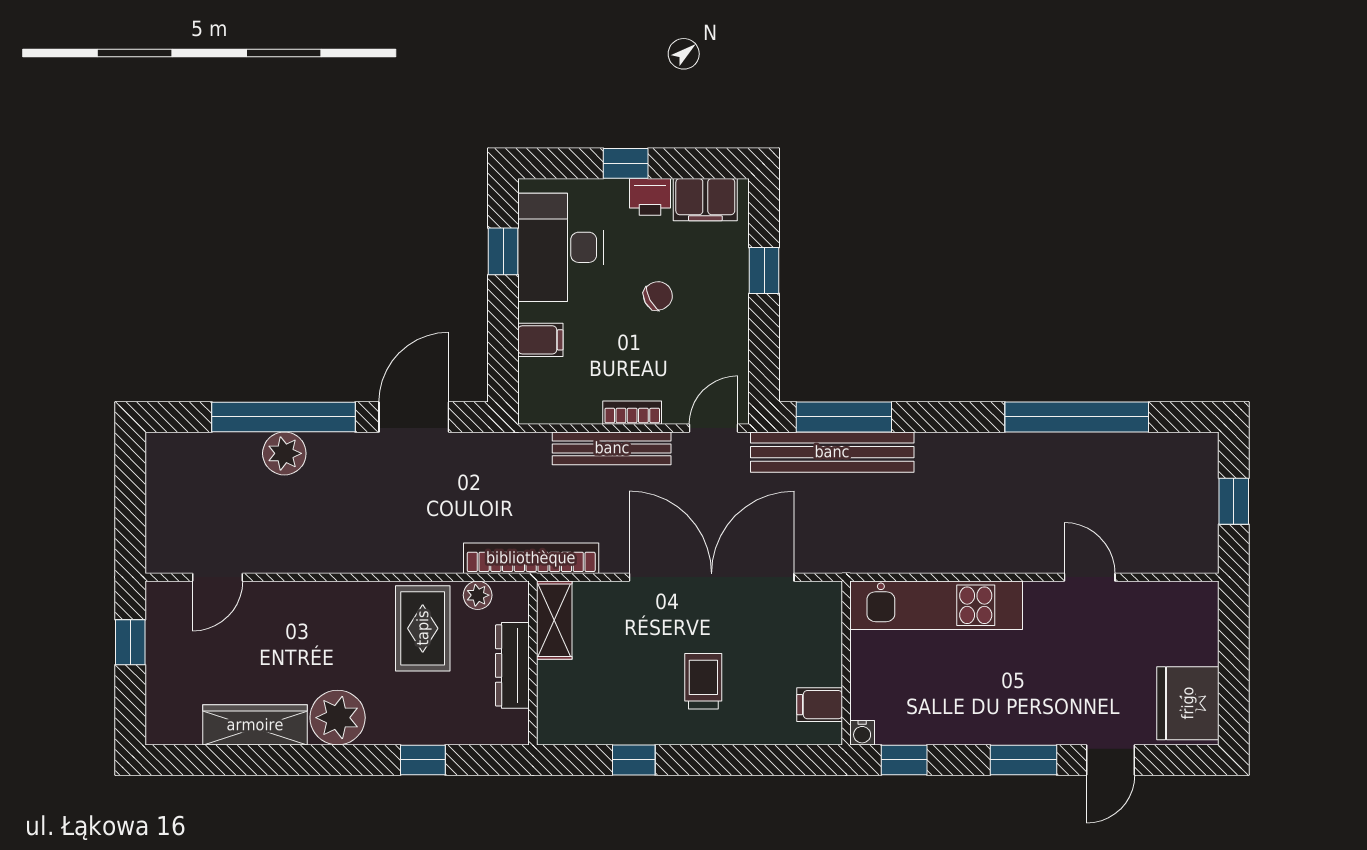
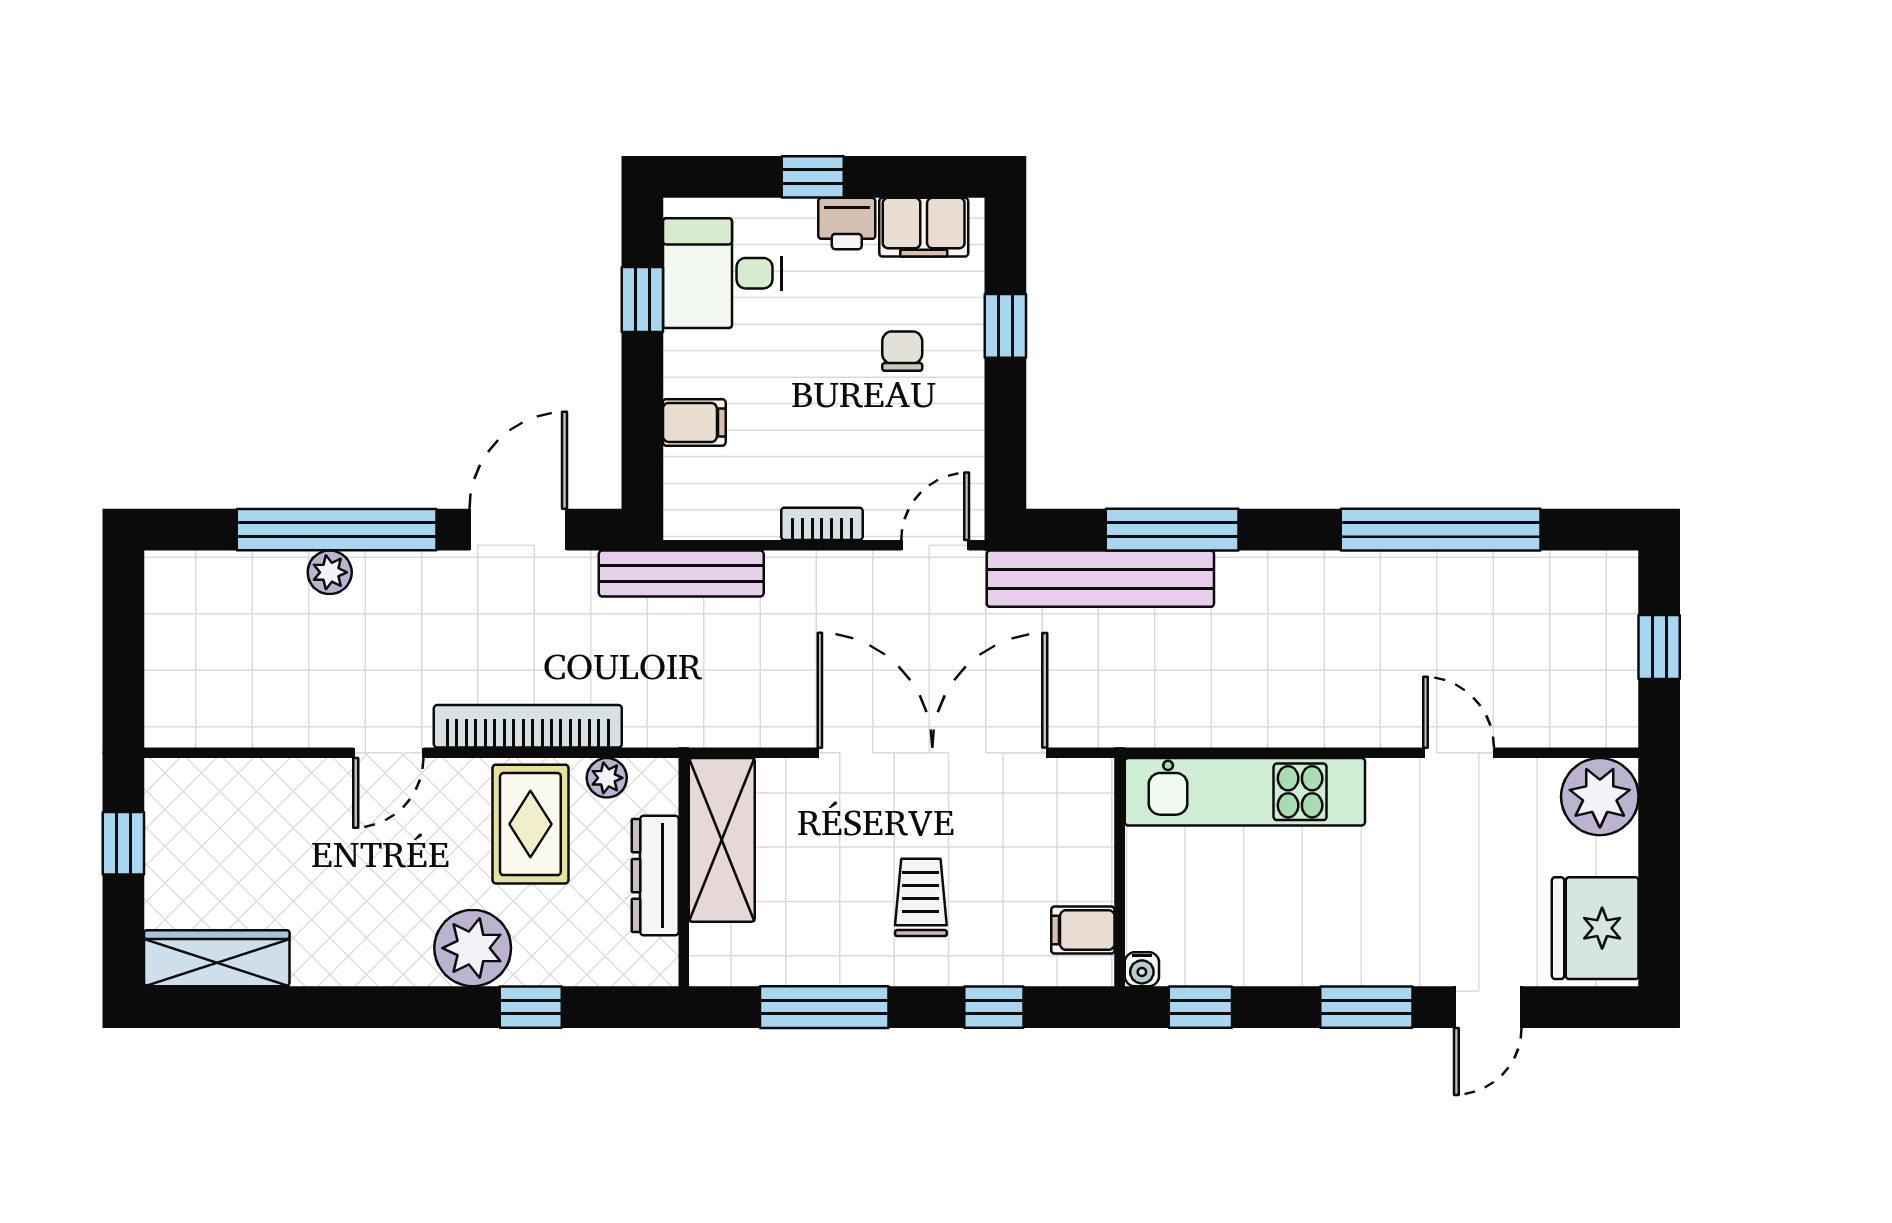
desk: (561, 247) -> (722, 273), width x0.73
chair: (658, 296) -> (902, 351), moved, turned -62
window: (844, 417) -> (1172, 530), moved
bench: (612, 448) -> (681, 573), moved
plant: (284, 453) -> (330, 572), width x0.73, depth x0.73
bookcase: (531, 558) -> (528, 726), moved
door: (218, 577) -> (388, 753), moved
plant: (1191, 609) -> (1600, 797), added
shelving: (554, 620) -> (722, 840), width x1.50, depth x1.33
plant: (338, 718) -> (473, 948), moved
wardrobe: (255, 725) -> (217, 958), moved
window: (634, 760) -> (824, 1007), width x2.17
window: (756, 760) -> (994, 1007), added

